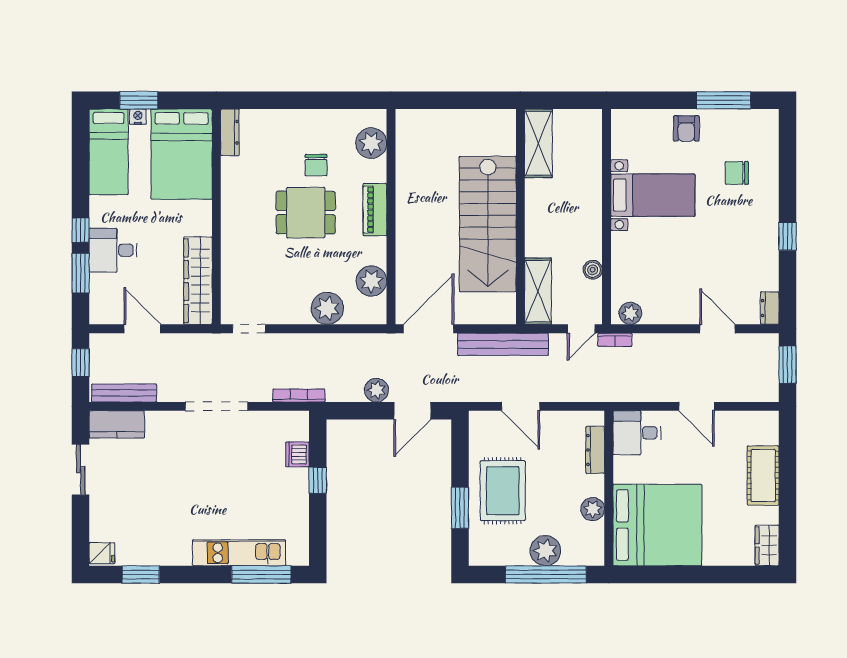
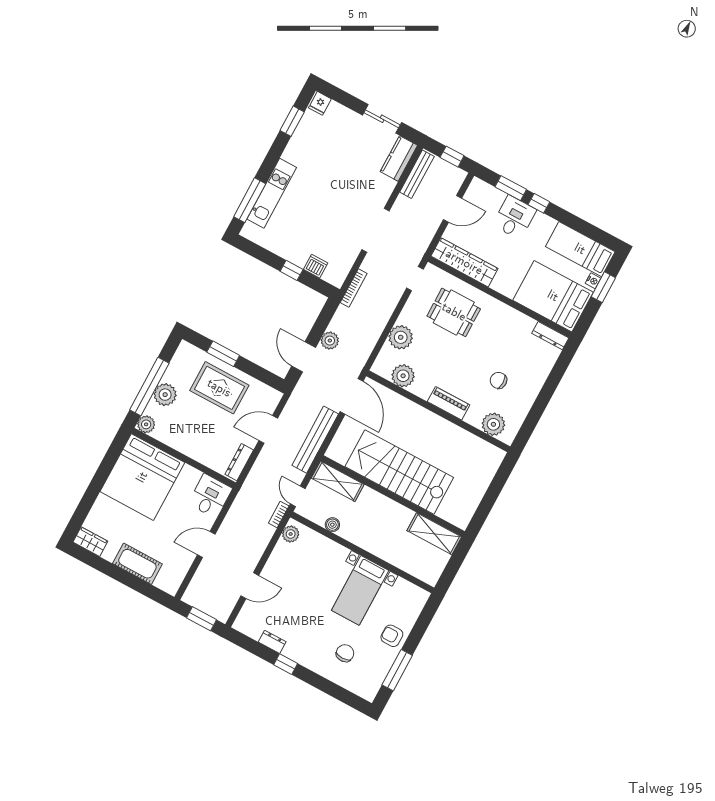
dining table: (306, 213) -> (454, 312), moved, turned 90
dresser: (770, 308) -> (272, 642), moved
dresser: (595, 450) -> (239, 462), moved, turned -90
plant: (593, 509) -> (146, 424), moved

